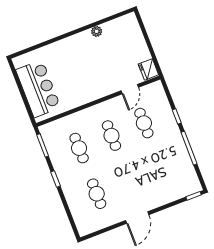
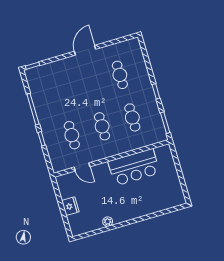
fridge: (148, 69) -> (70, 206), moved
bar counter: (38, 89) -> (134, 167), moved, turned -90
door: (130, 89) -> (82, 167), swing flipped

